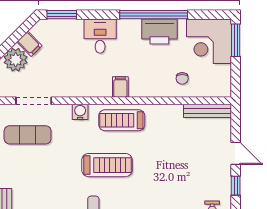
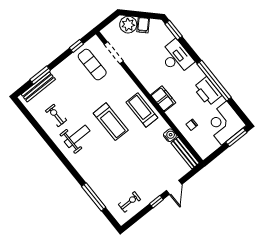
desk: (100, 36) -> (176, 57), width x1.37
filing cabinet: (120, 87) -> (163, 99), width x2.00
water cooler: (80, 112) -> (170, 135), moved

